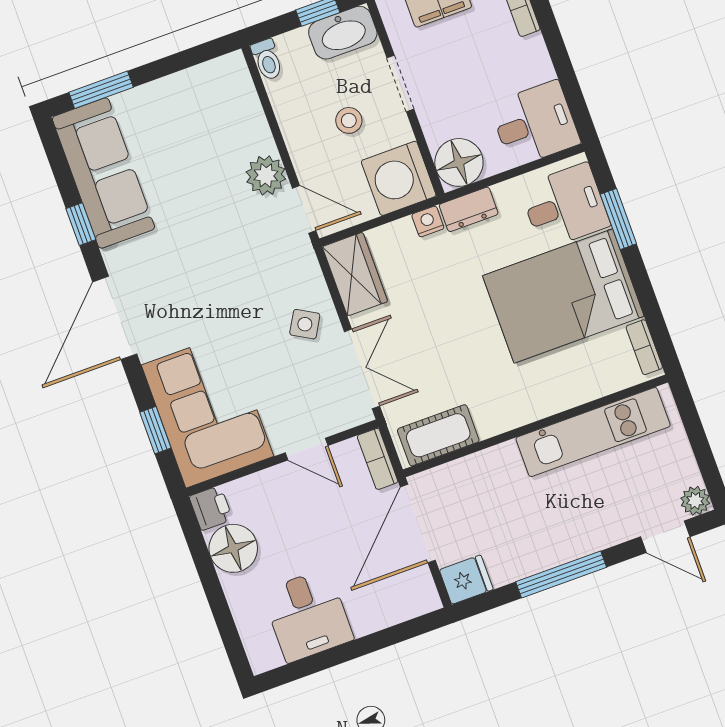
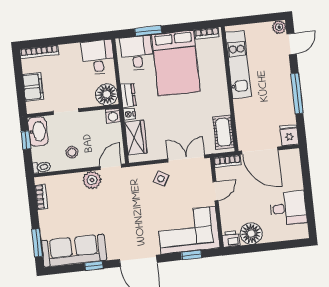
bookcase: (202, 74) -> (41, 197), added
stool: (349, 120) -> (72, 152), moved
washing machine: (399, 178) -> (113, 116), width x0.53, depth x0.53
wardrobe: (355, 274) -> (136, 137), moved, turned 90

